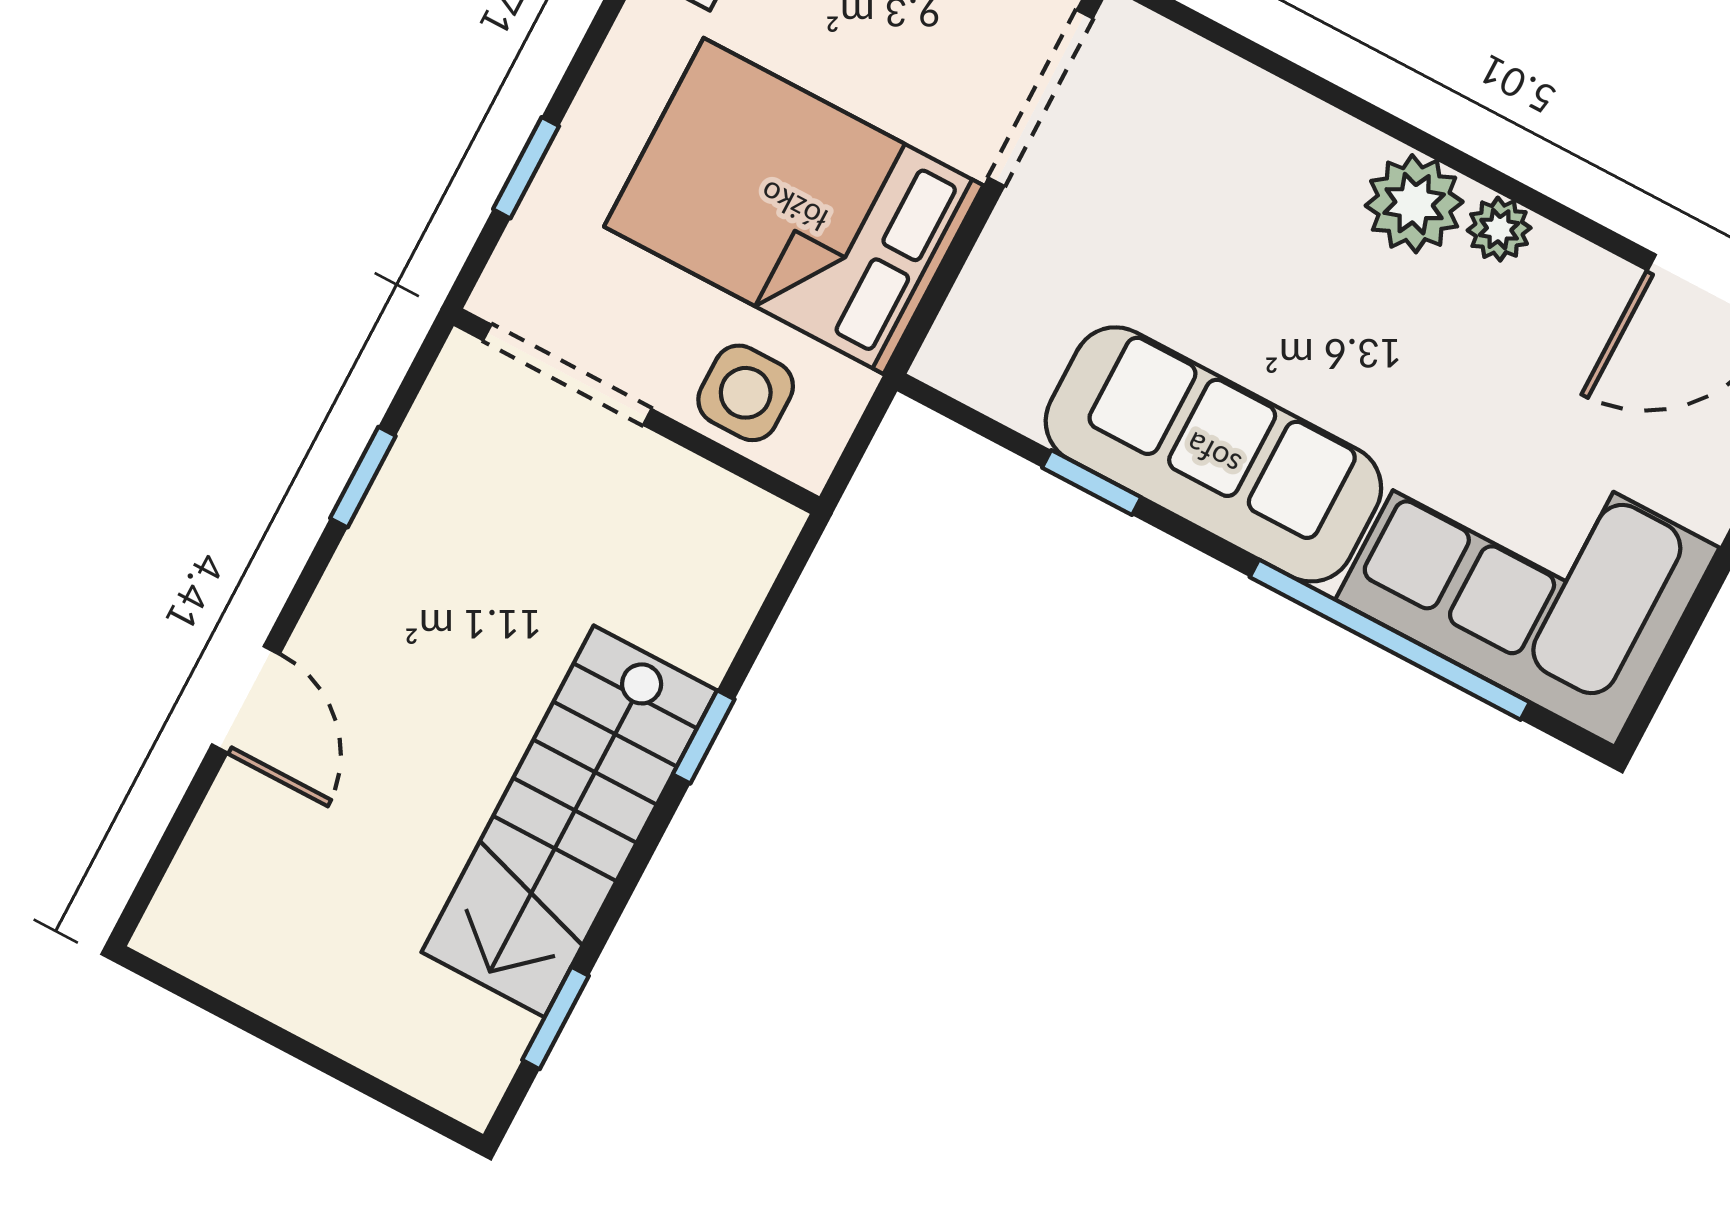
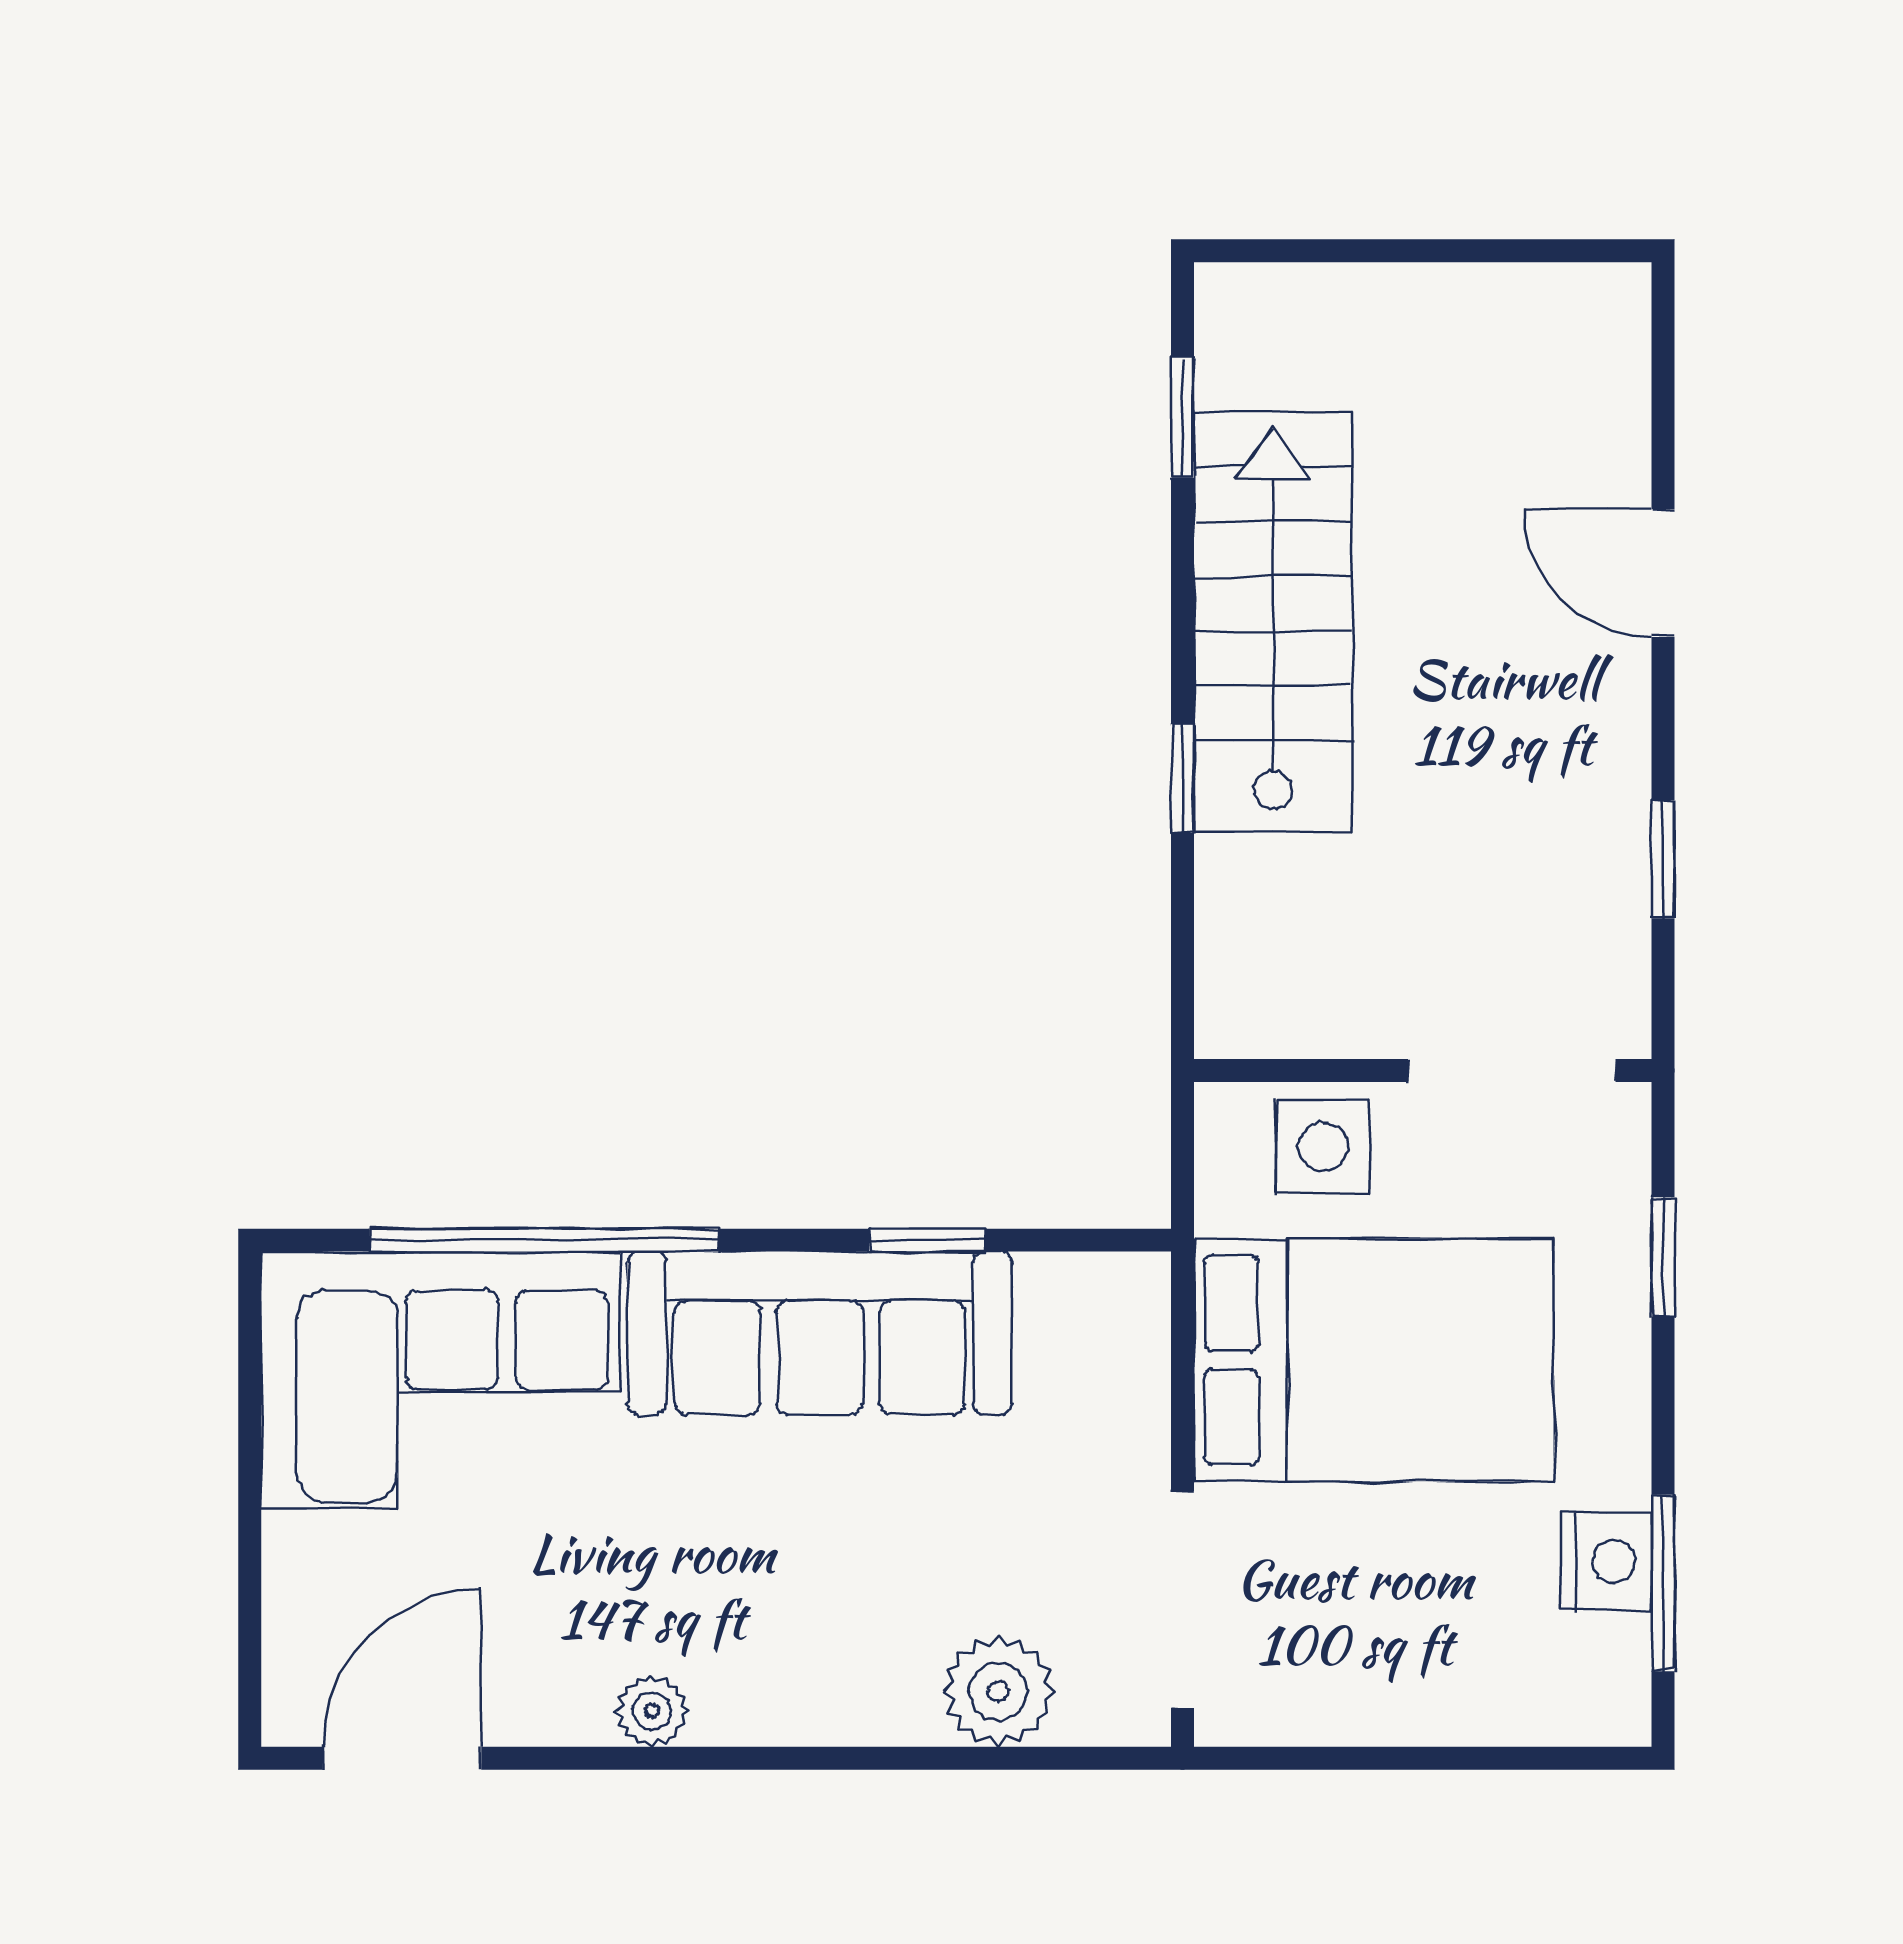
plant: (1414, 204) -> (998, 1692), moved

